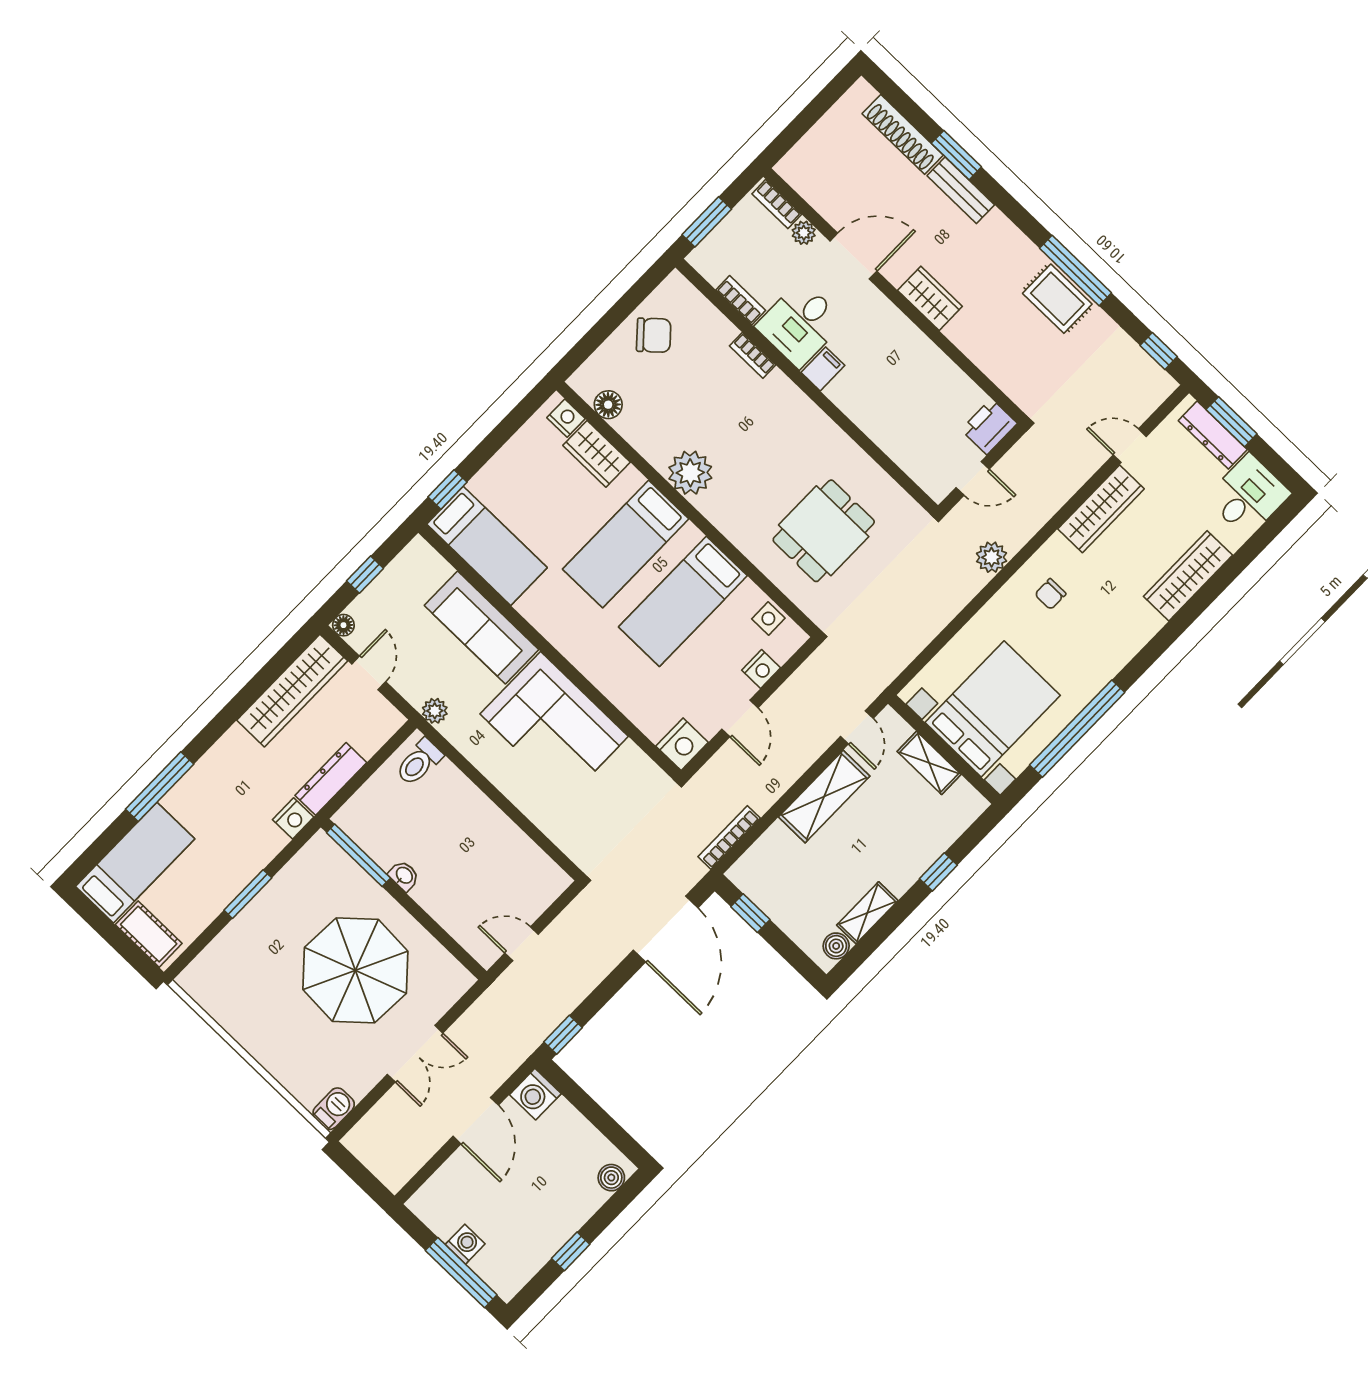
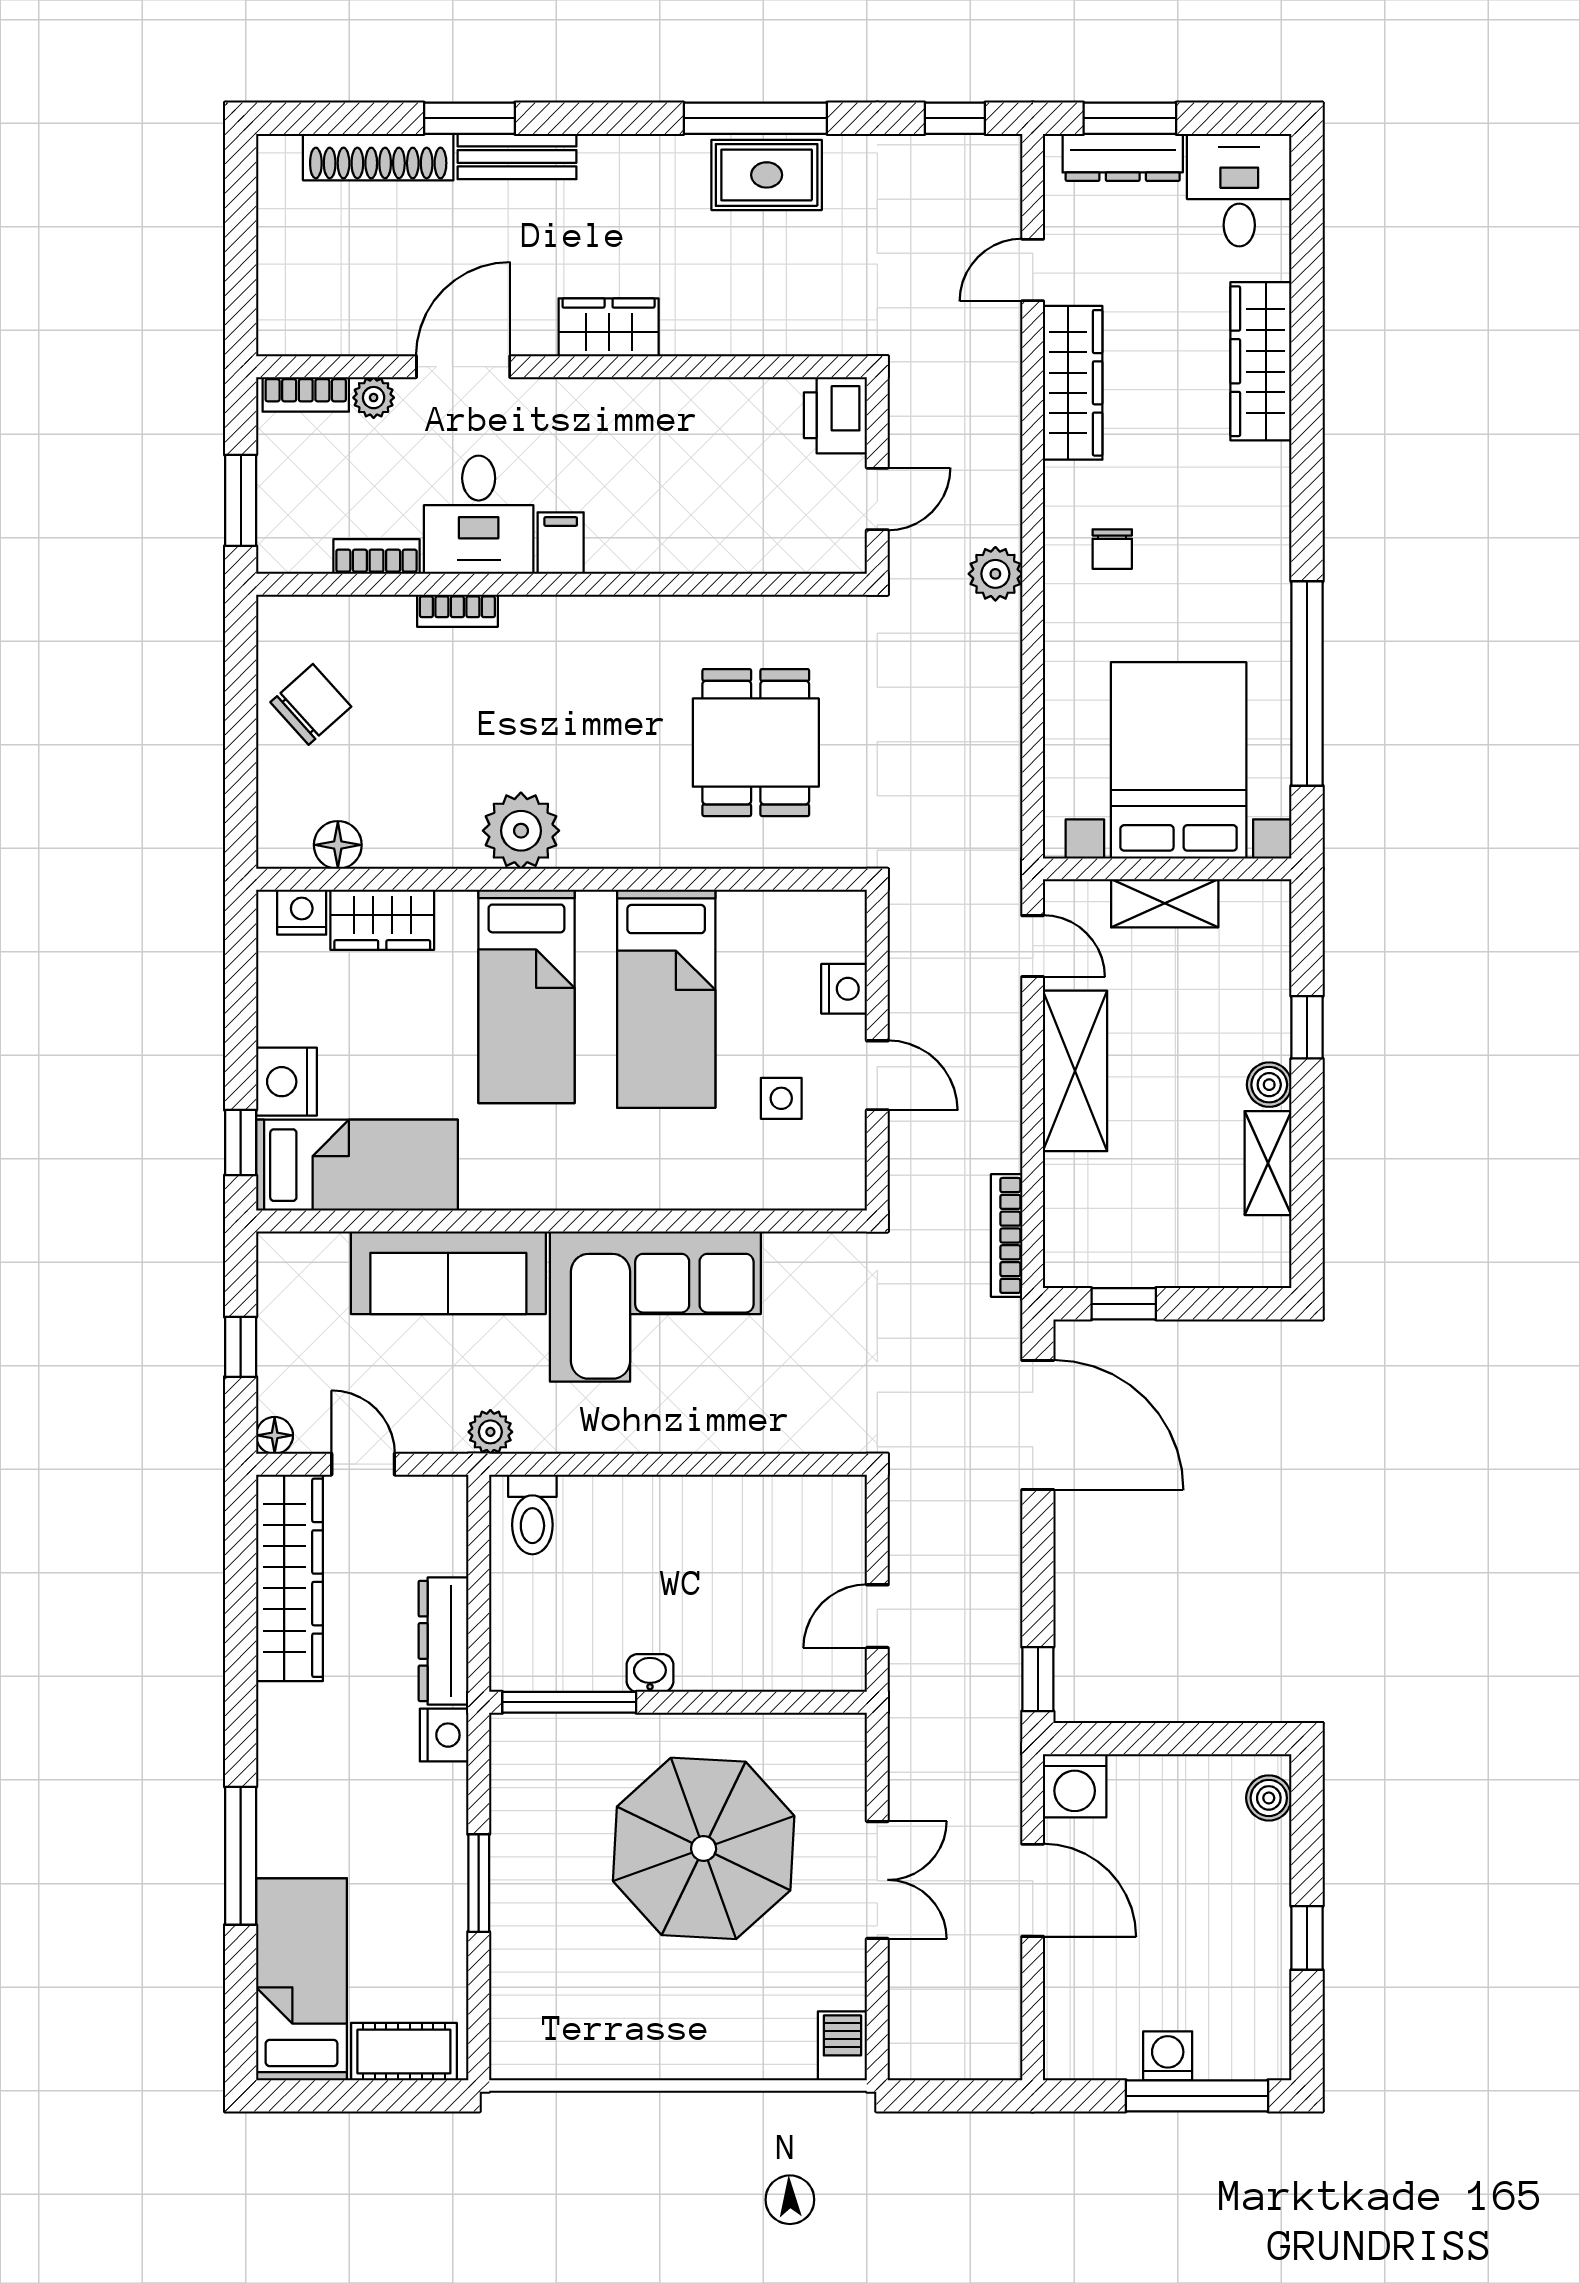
side table: (768, 618) -> (781, 1098), moved
nightstand: (682, 744) -> (287, 1082), moved, turned 180
boiler: (836, 946) -> (1269, 1085), moved

